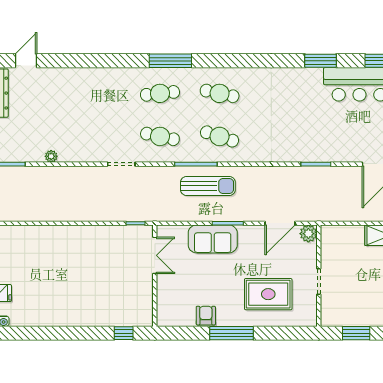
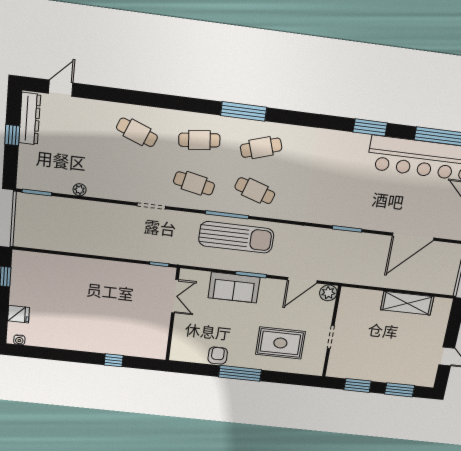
window: (170, 61) -> (244, 111), moved
cafe table: (100, 93) -> (137, 132), added
cafe table: (220, 93) -> (261, 148), turned -30
sun lounger: (208, 186) -> (236, 237), width x1.36, depth x1.34
window: (124, 333) -> (114, 360), moved

